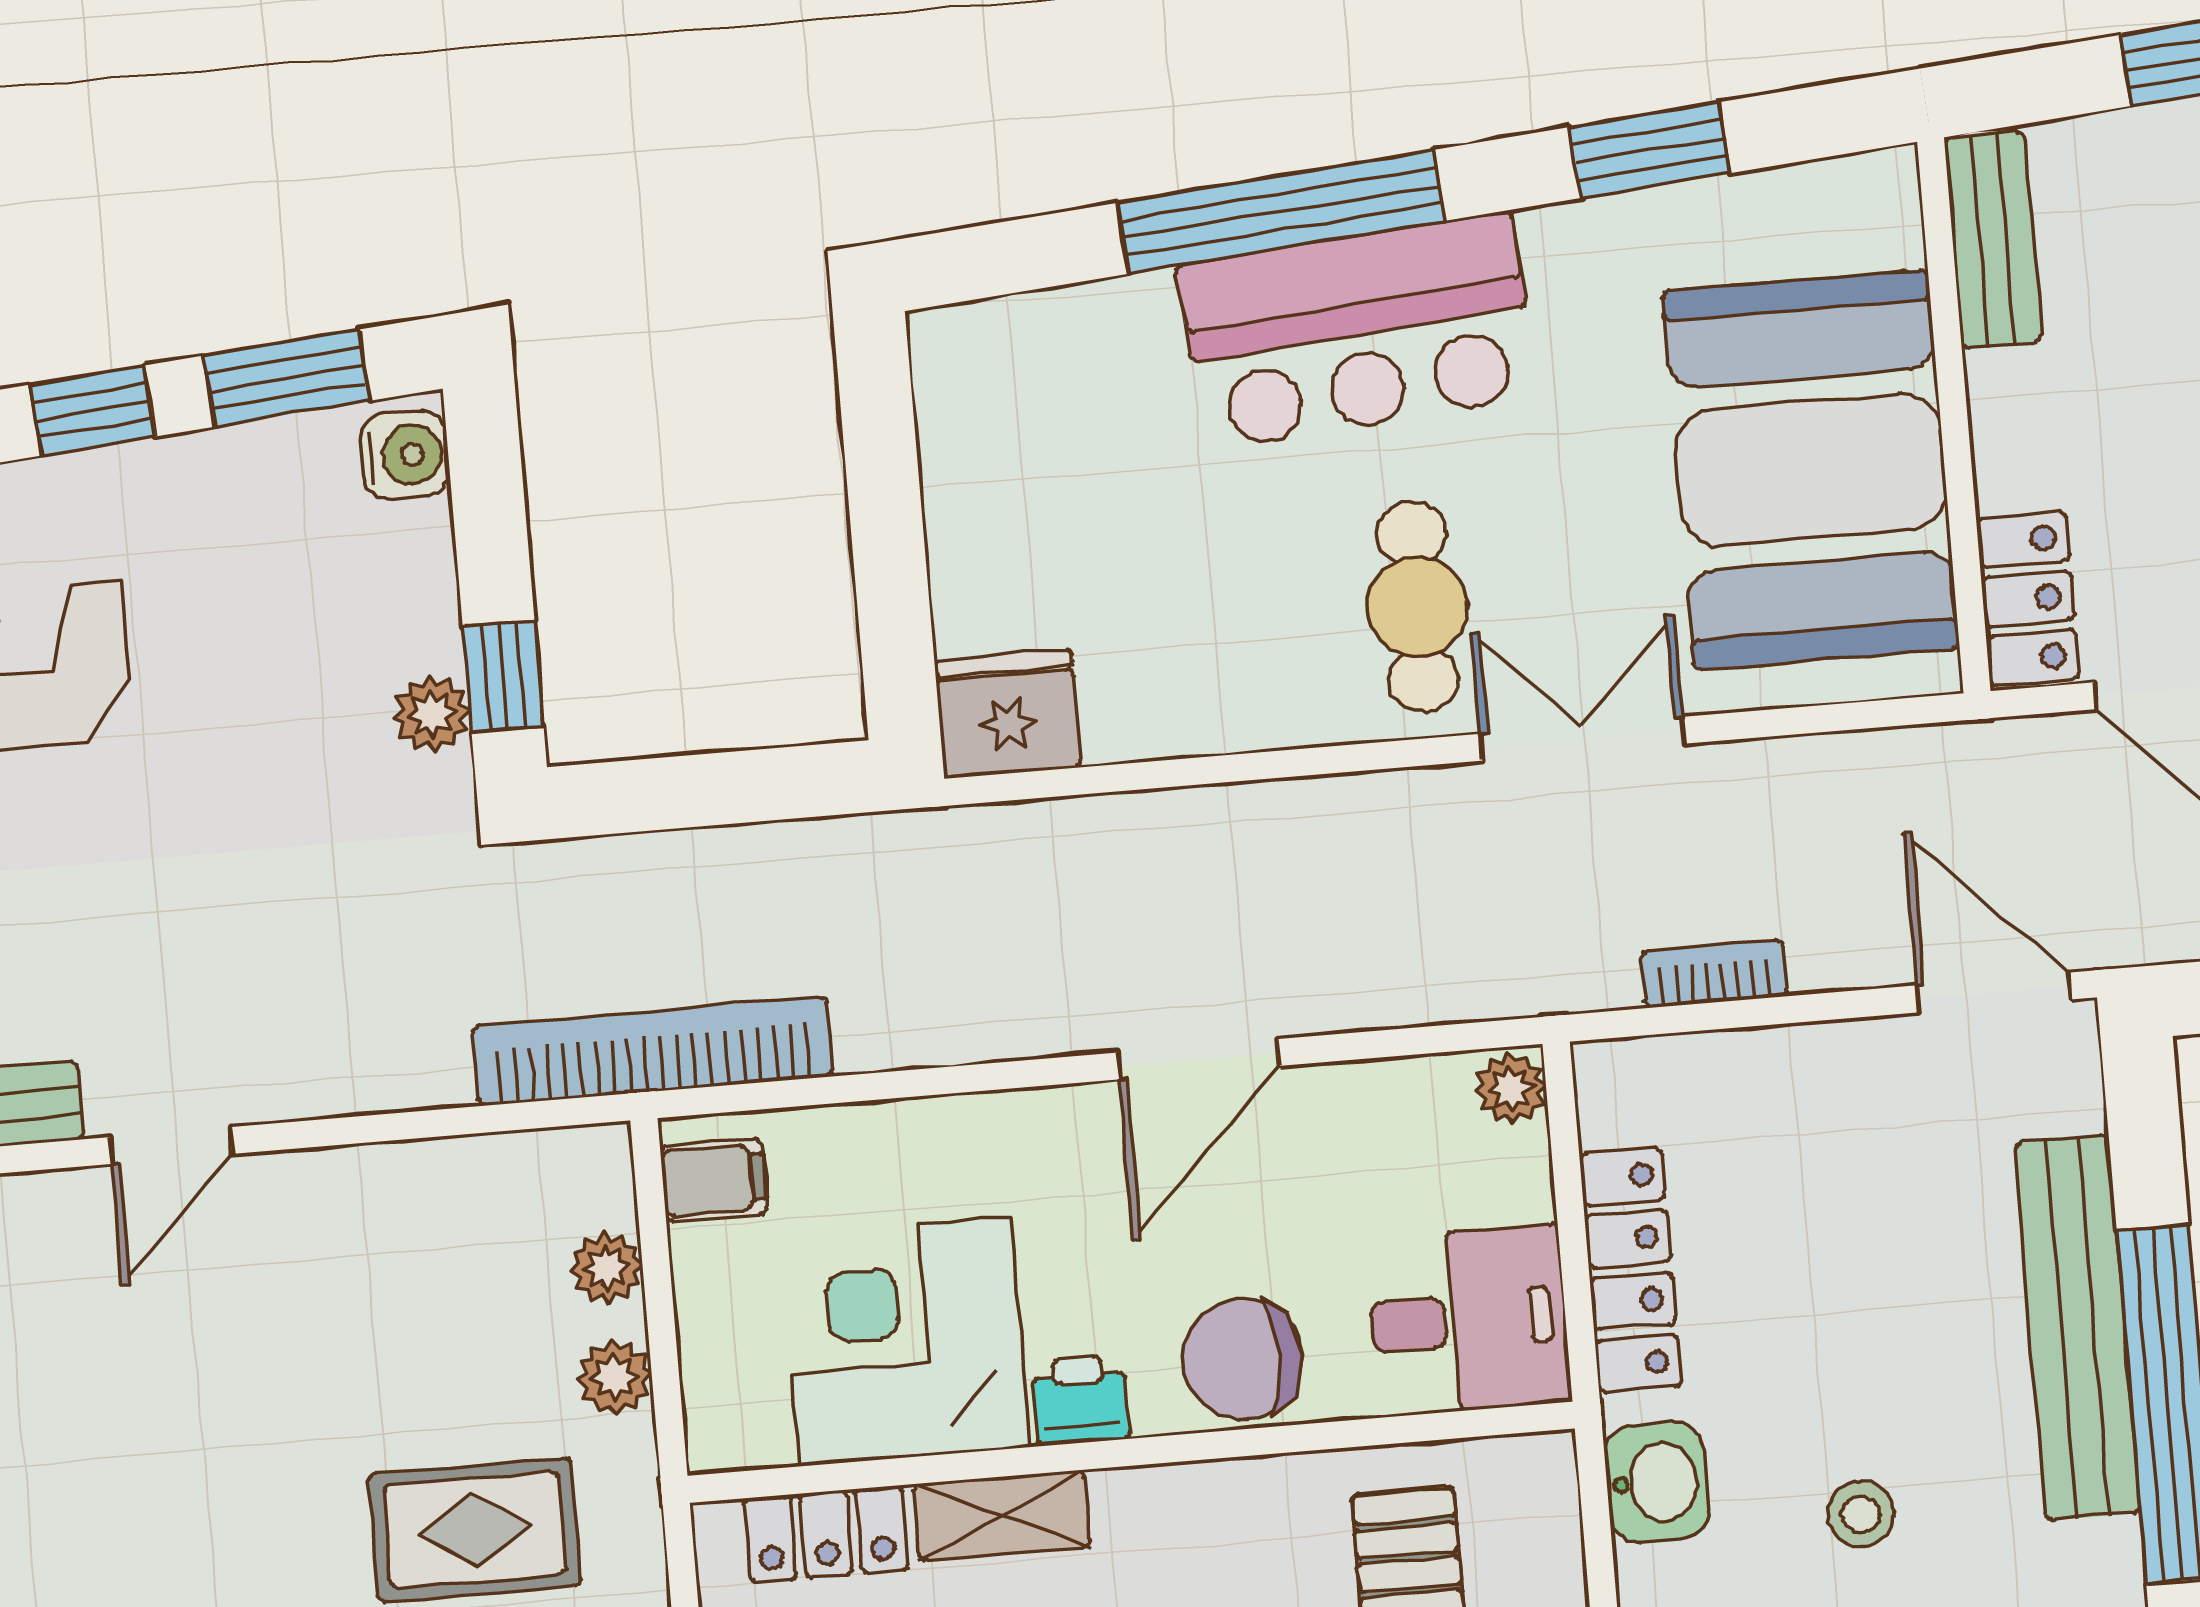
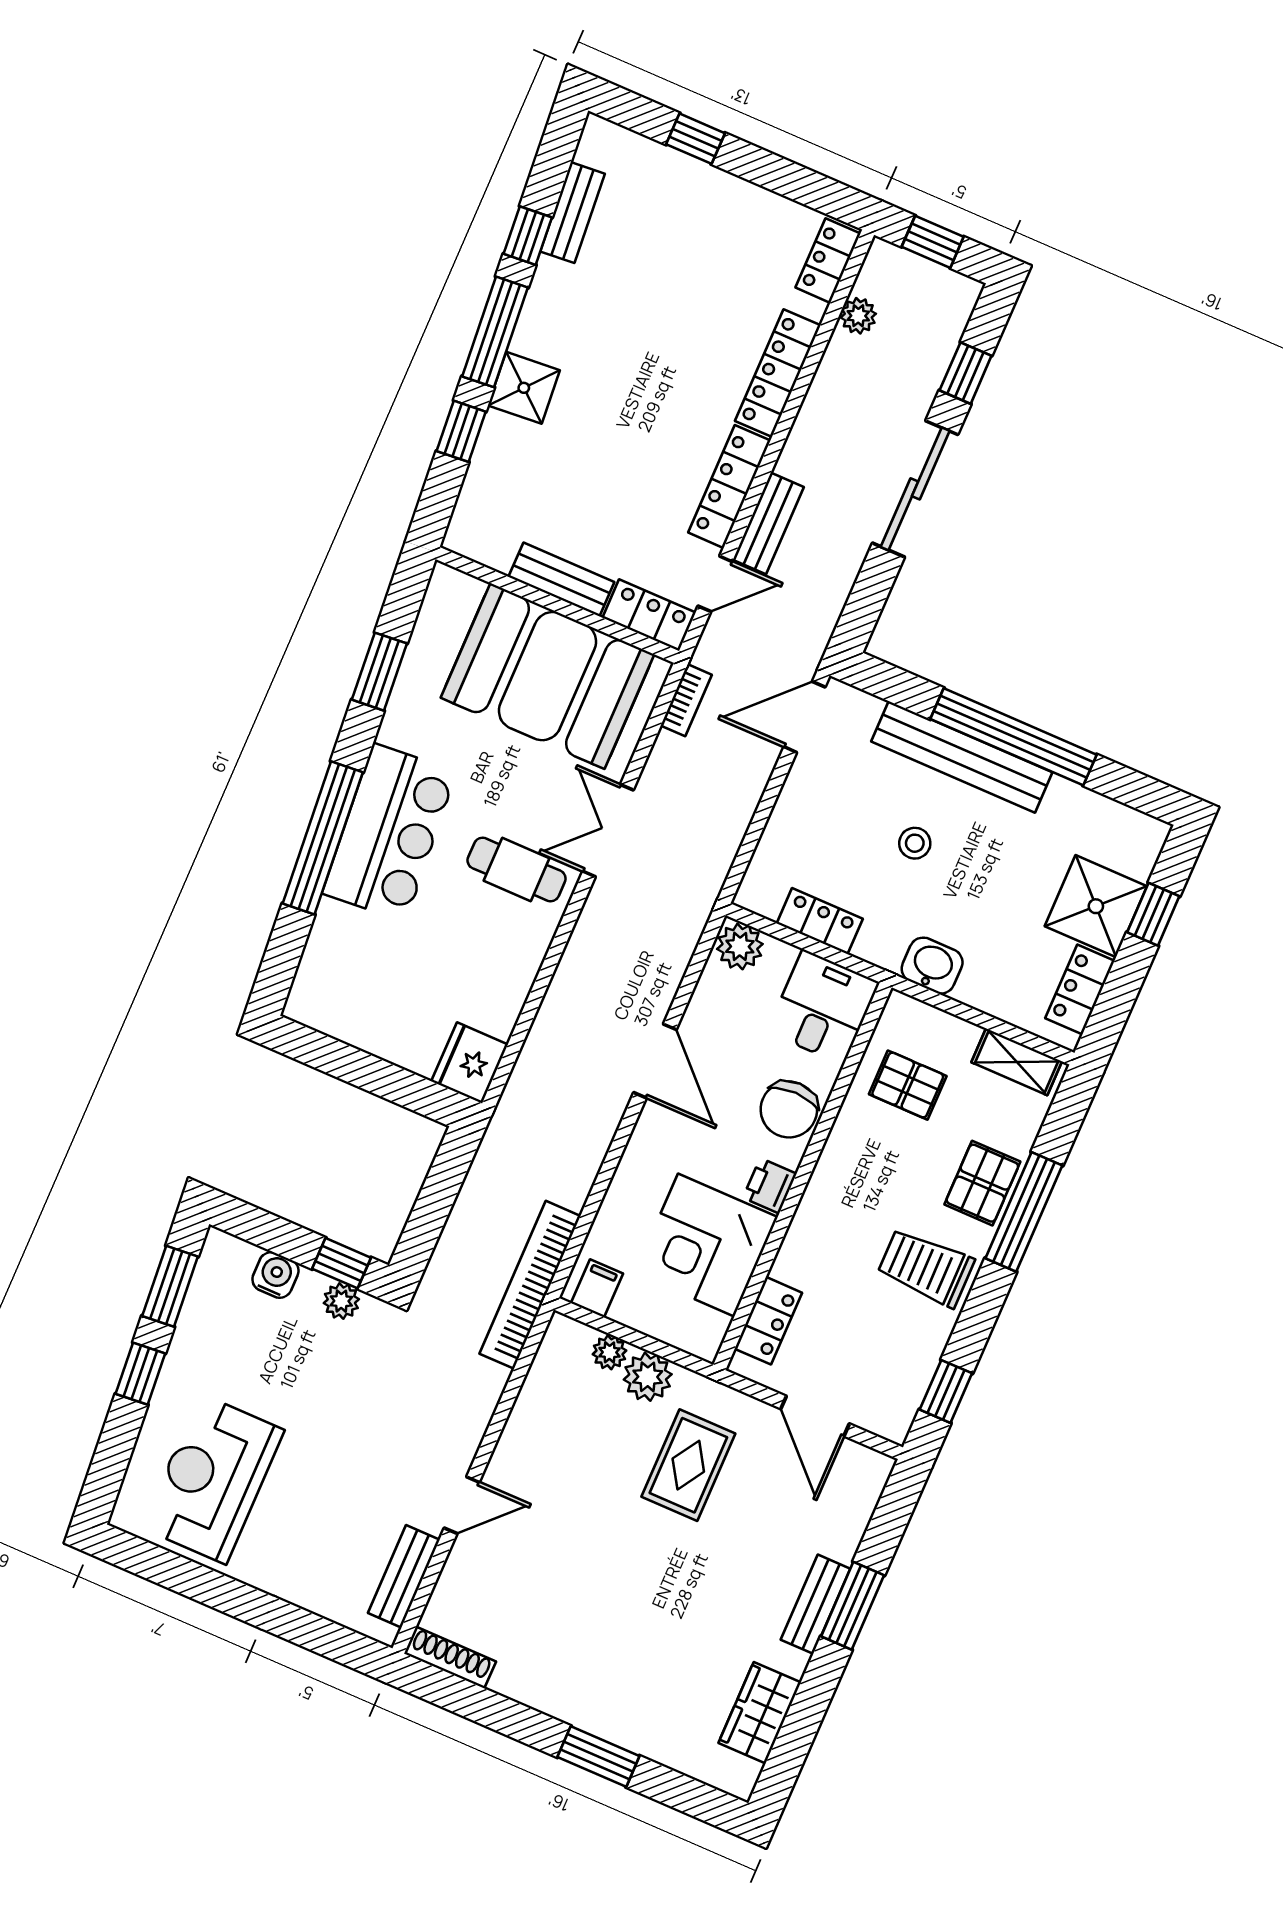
bench: (1993, 240) -> (561, 579), moved
water cooler: (405, 455) -> (275, 1275), moved
bookcase: (1714, 974) -> (686, 700), moved, turned 180
plant: (1511, 1089) -> (740, 946), width x1.38, depth x1.38
door: (171, 1146) -> (462, 1505), hinge flipped
locker: (1630, 1270) -> (820, 921), width x0.66
plant: (614, 1377) -> (648, 1377), width x1.38, depth x1.38
stool: (1861, 1514) -> (915, 843), moved
shelving: (1002, 1515) -> (800, 1244), removed

